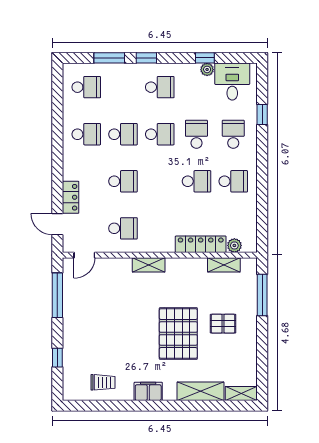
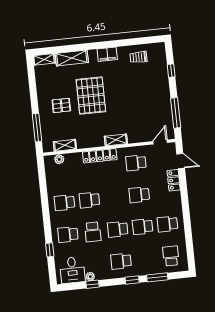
school desk: (86, 87) -> (171, 256), turned 90
school desk: (233, 134) -> (68, 235), turned 90
locker: (201, 244) -> (100, 156), moved

